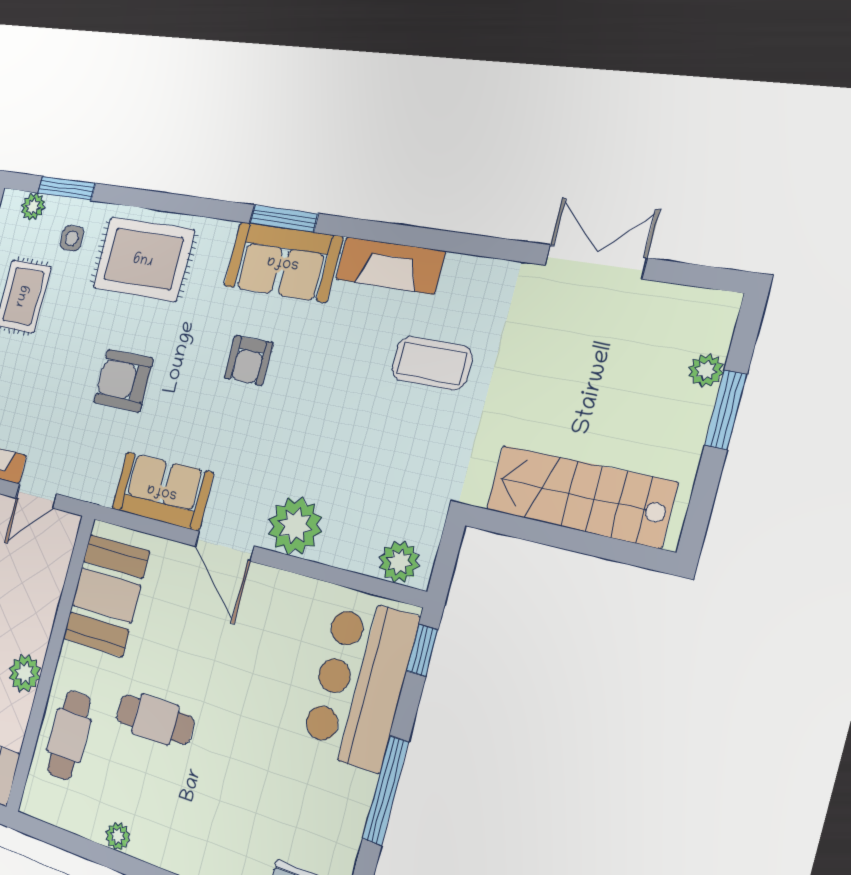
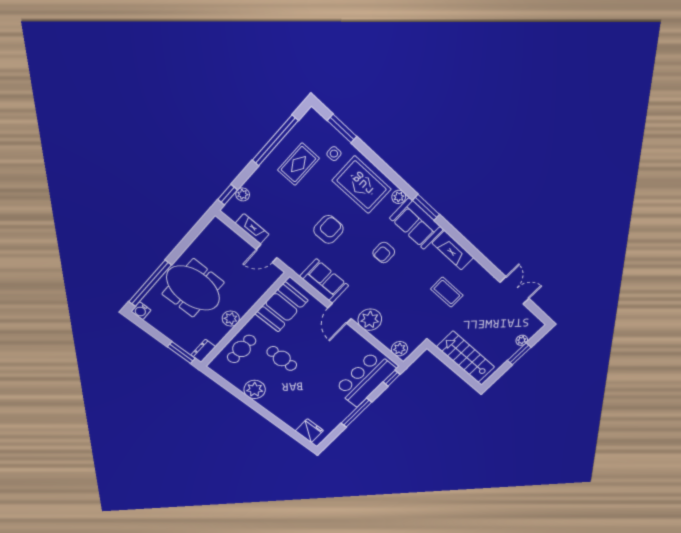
plant: (33, 207) -> (399, 197), moved
armchair: (123, 381) -> (329, 229), turned 90
plant: (118, 836) -> (255, 389), width x1.88, depth x1.88

